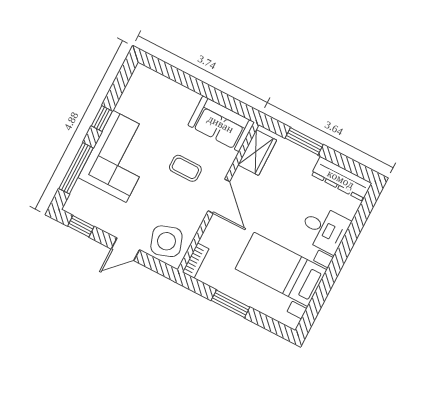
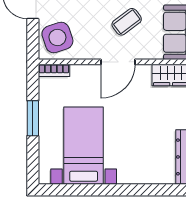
coffee table: (185, 168) -> (127, 22), turned 53
desk: (324, 229) -> (136, 164), removed

